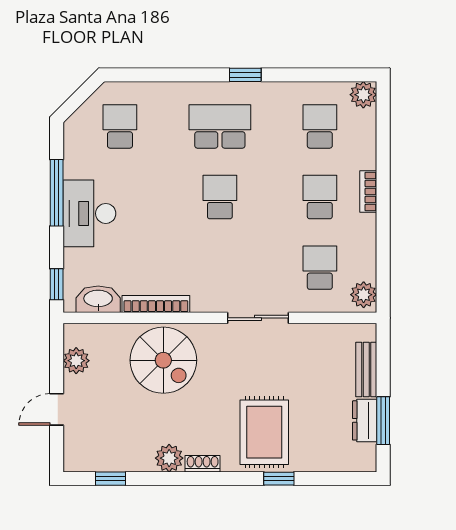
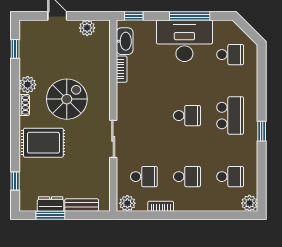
bookcase: (368, 191) -> (161, 206), moved
desk: (89, 213) -> (184, 41), width x1.36, depth x1.30
bookcase: (156, 304) -> (122, 69), width x0.64
spiral stairs: (163, 360) -> (67, 99), moved, turned 180
window: (279, 479) -> (15, 181), moved

